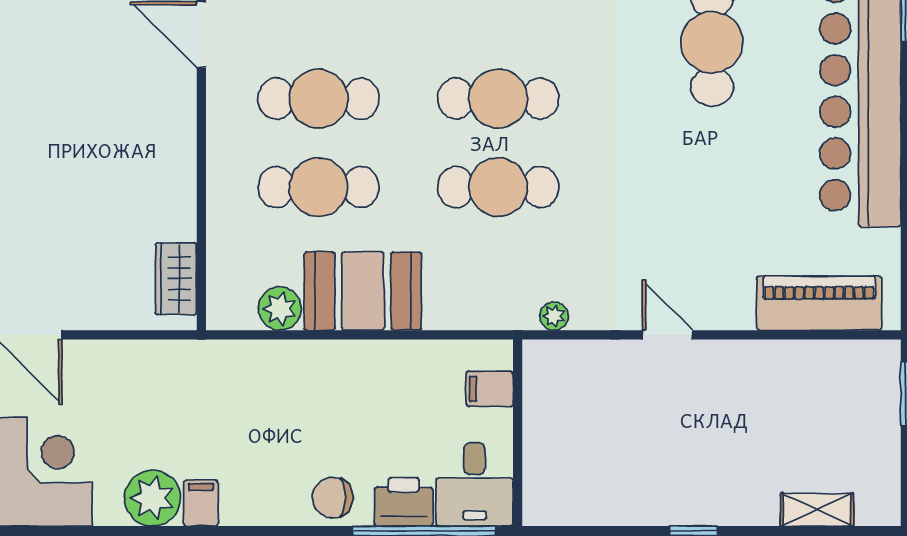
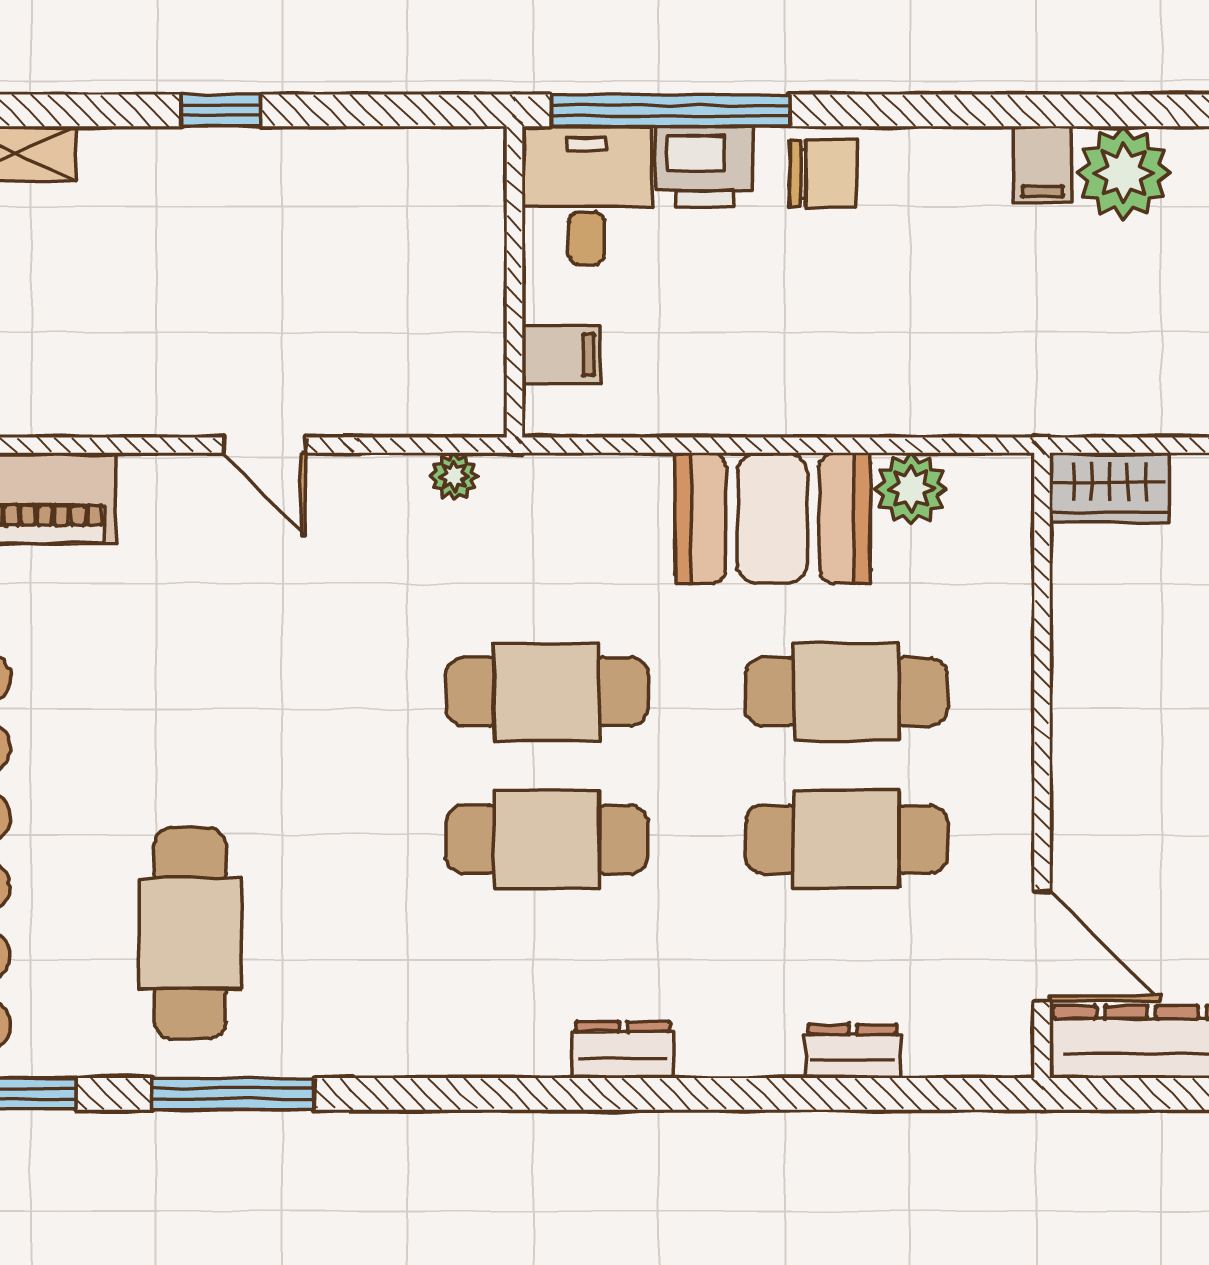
wardrobe: (176, 279) -> (1110, 487), moved, turned 90

